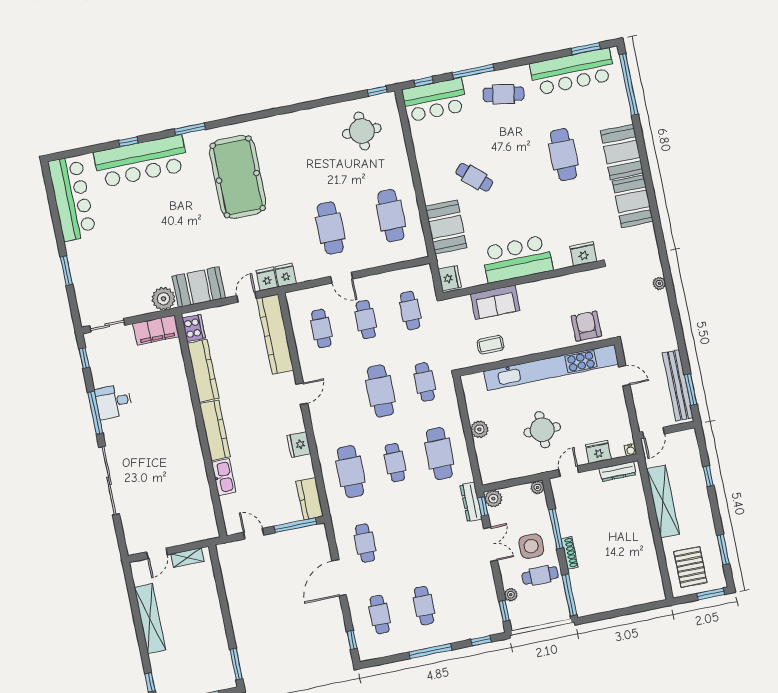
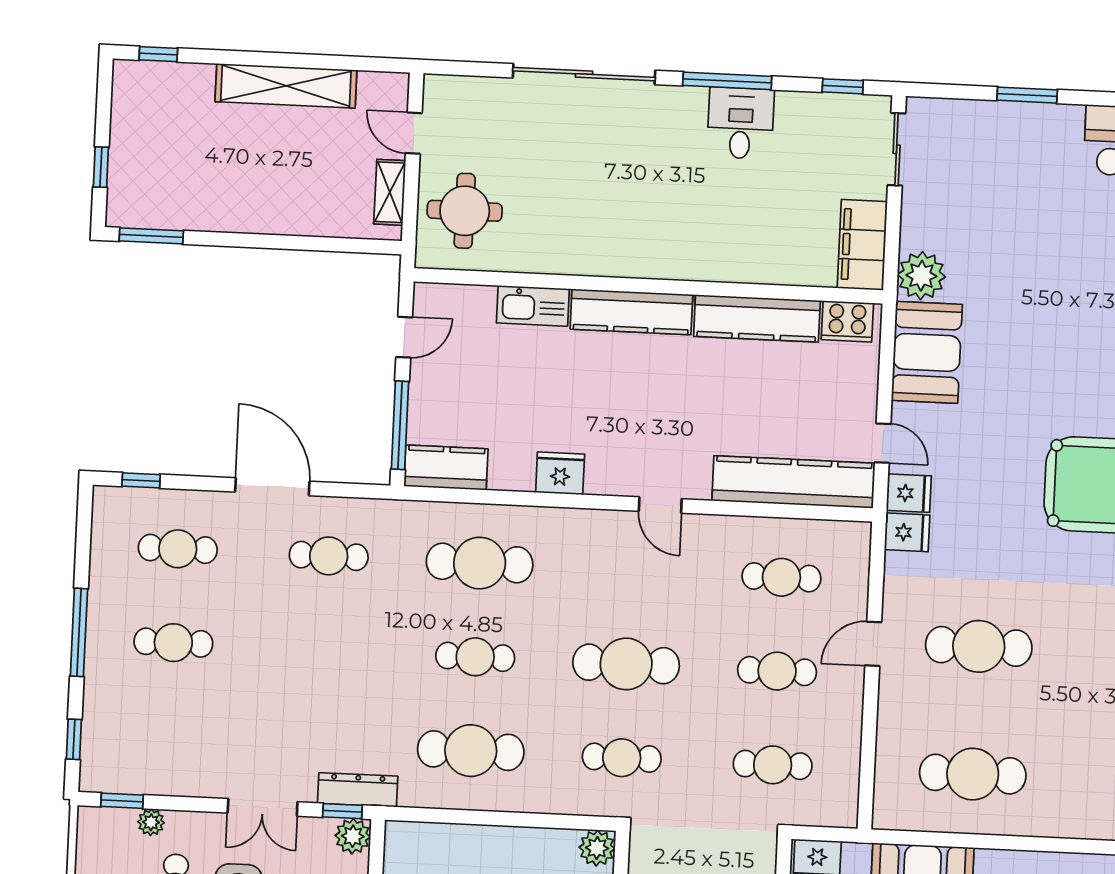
plant: (479, 429) -> (597, 848), moved
round table: (187, 520) -> (465, 211), added

